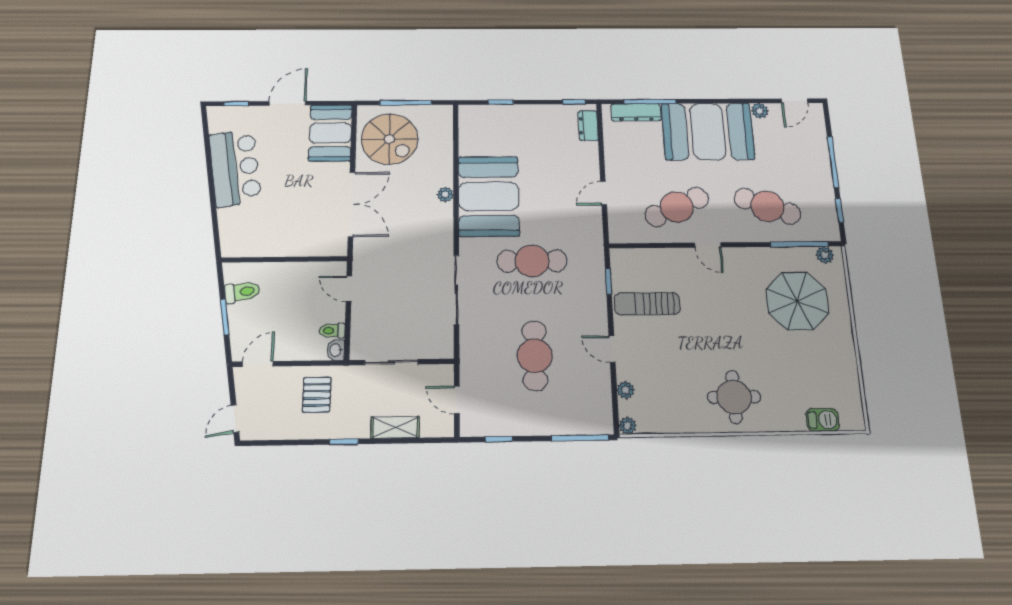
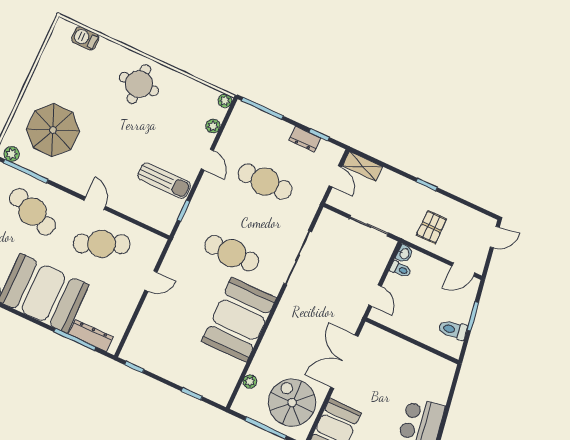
dresser: (588, 126) -> (305, 139), moved, turned 90
plant: (445, 195) -> (250, 382), moved
cafe table: (535, 356) -> (265, 182), turned 90
shelving: (395, 427) -> (363, 166), moved

